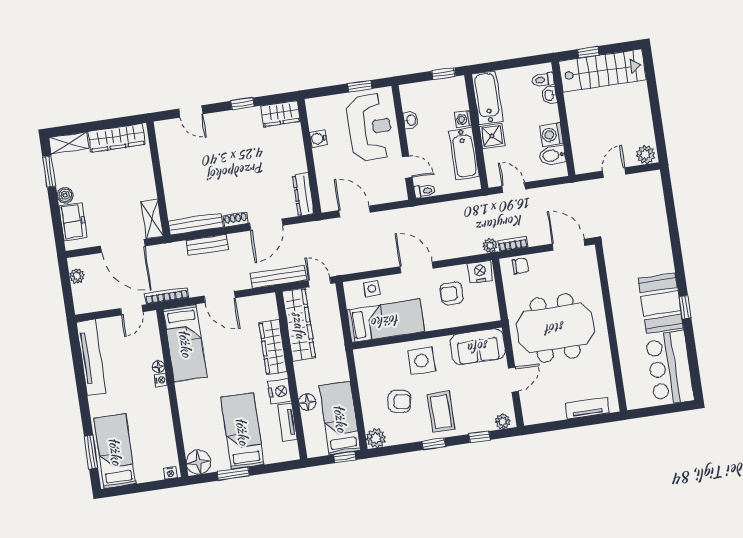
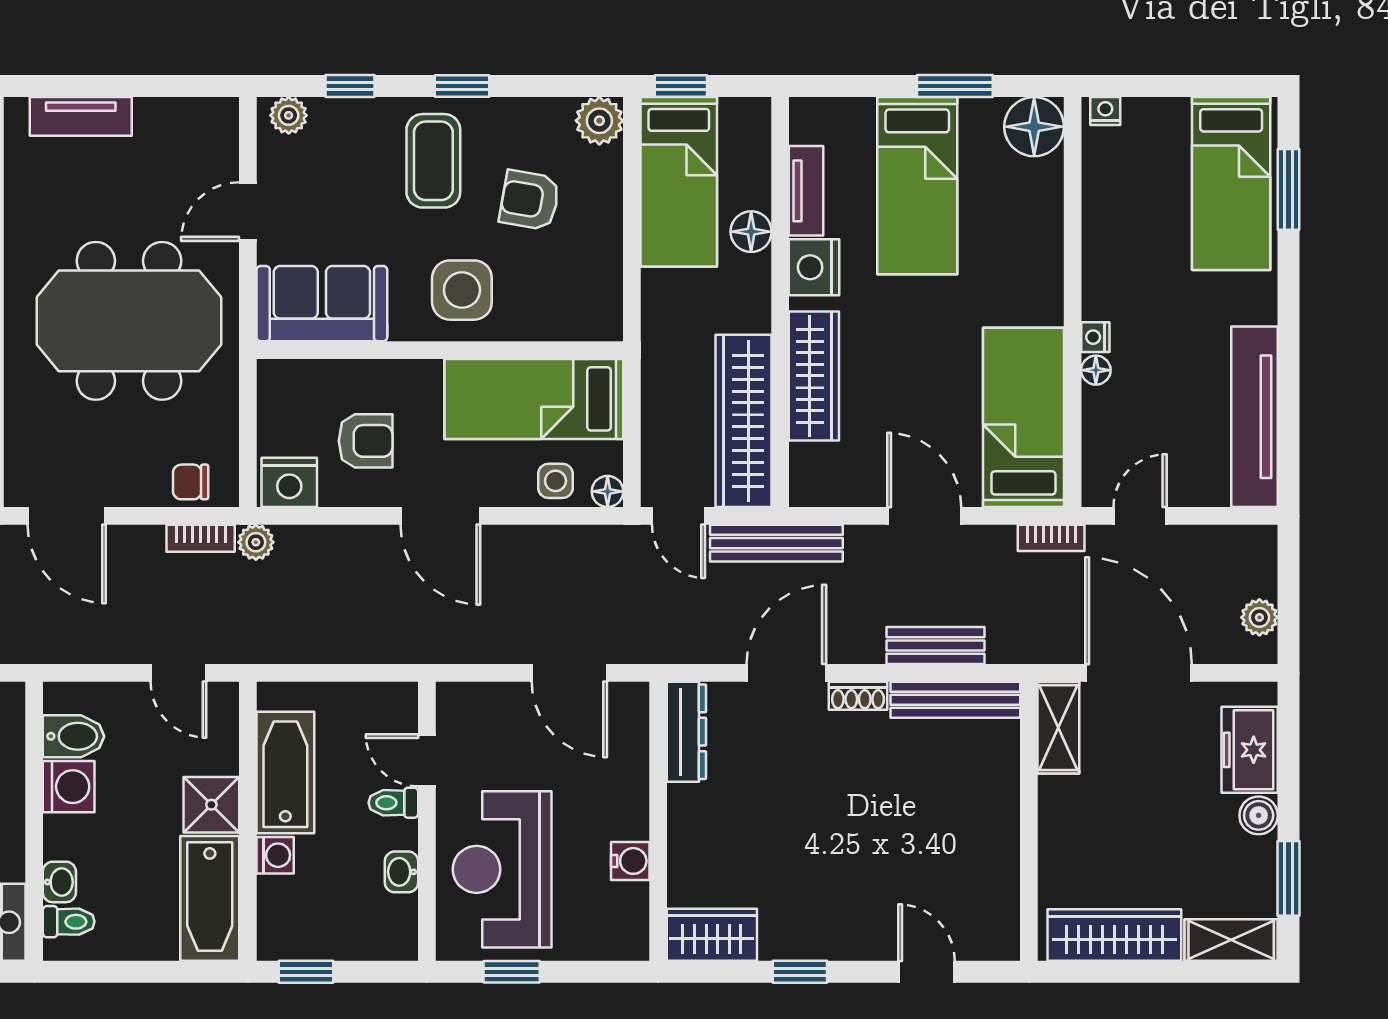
toilet: (425, 191) -> (393, 803), moved
floor lamp: (350, 288) -> (608, 491), added
bookcase: (167, 296) -> (1051, 538), width x0.64

